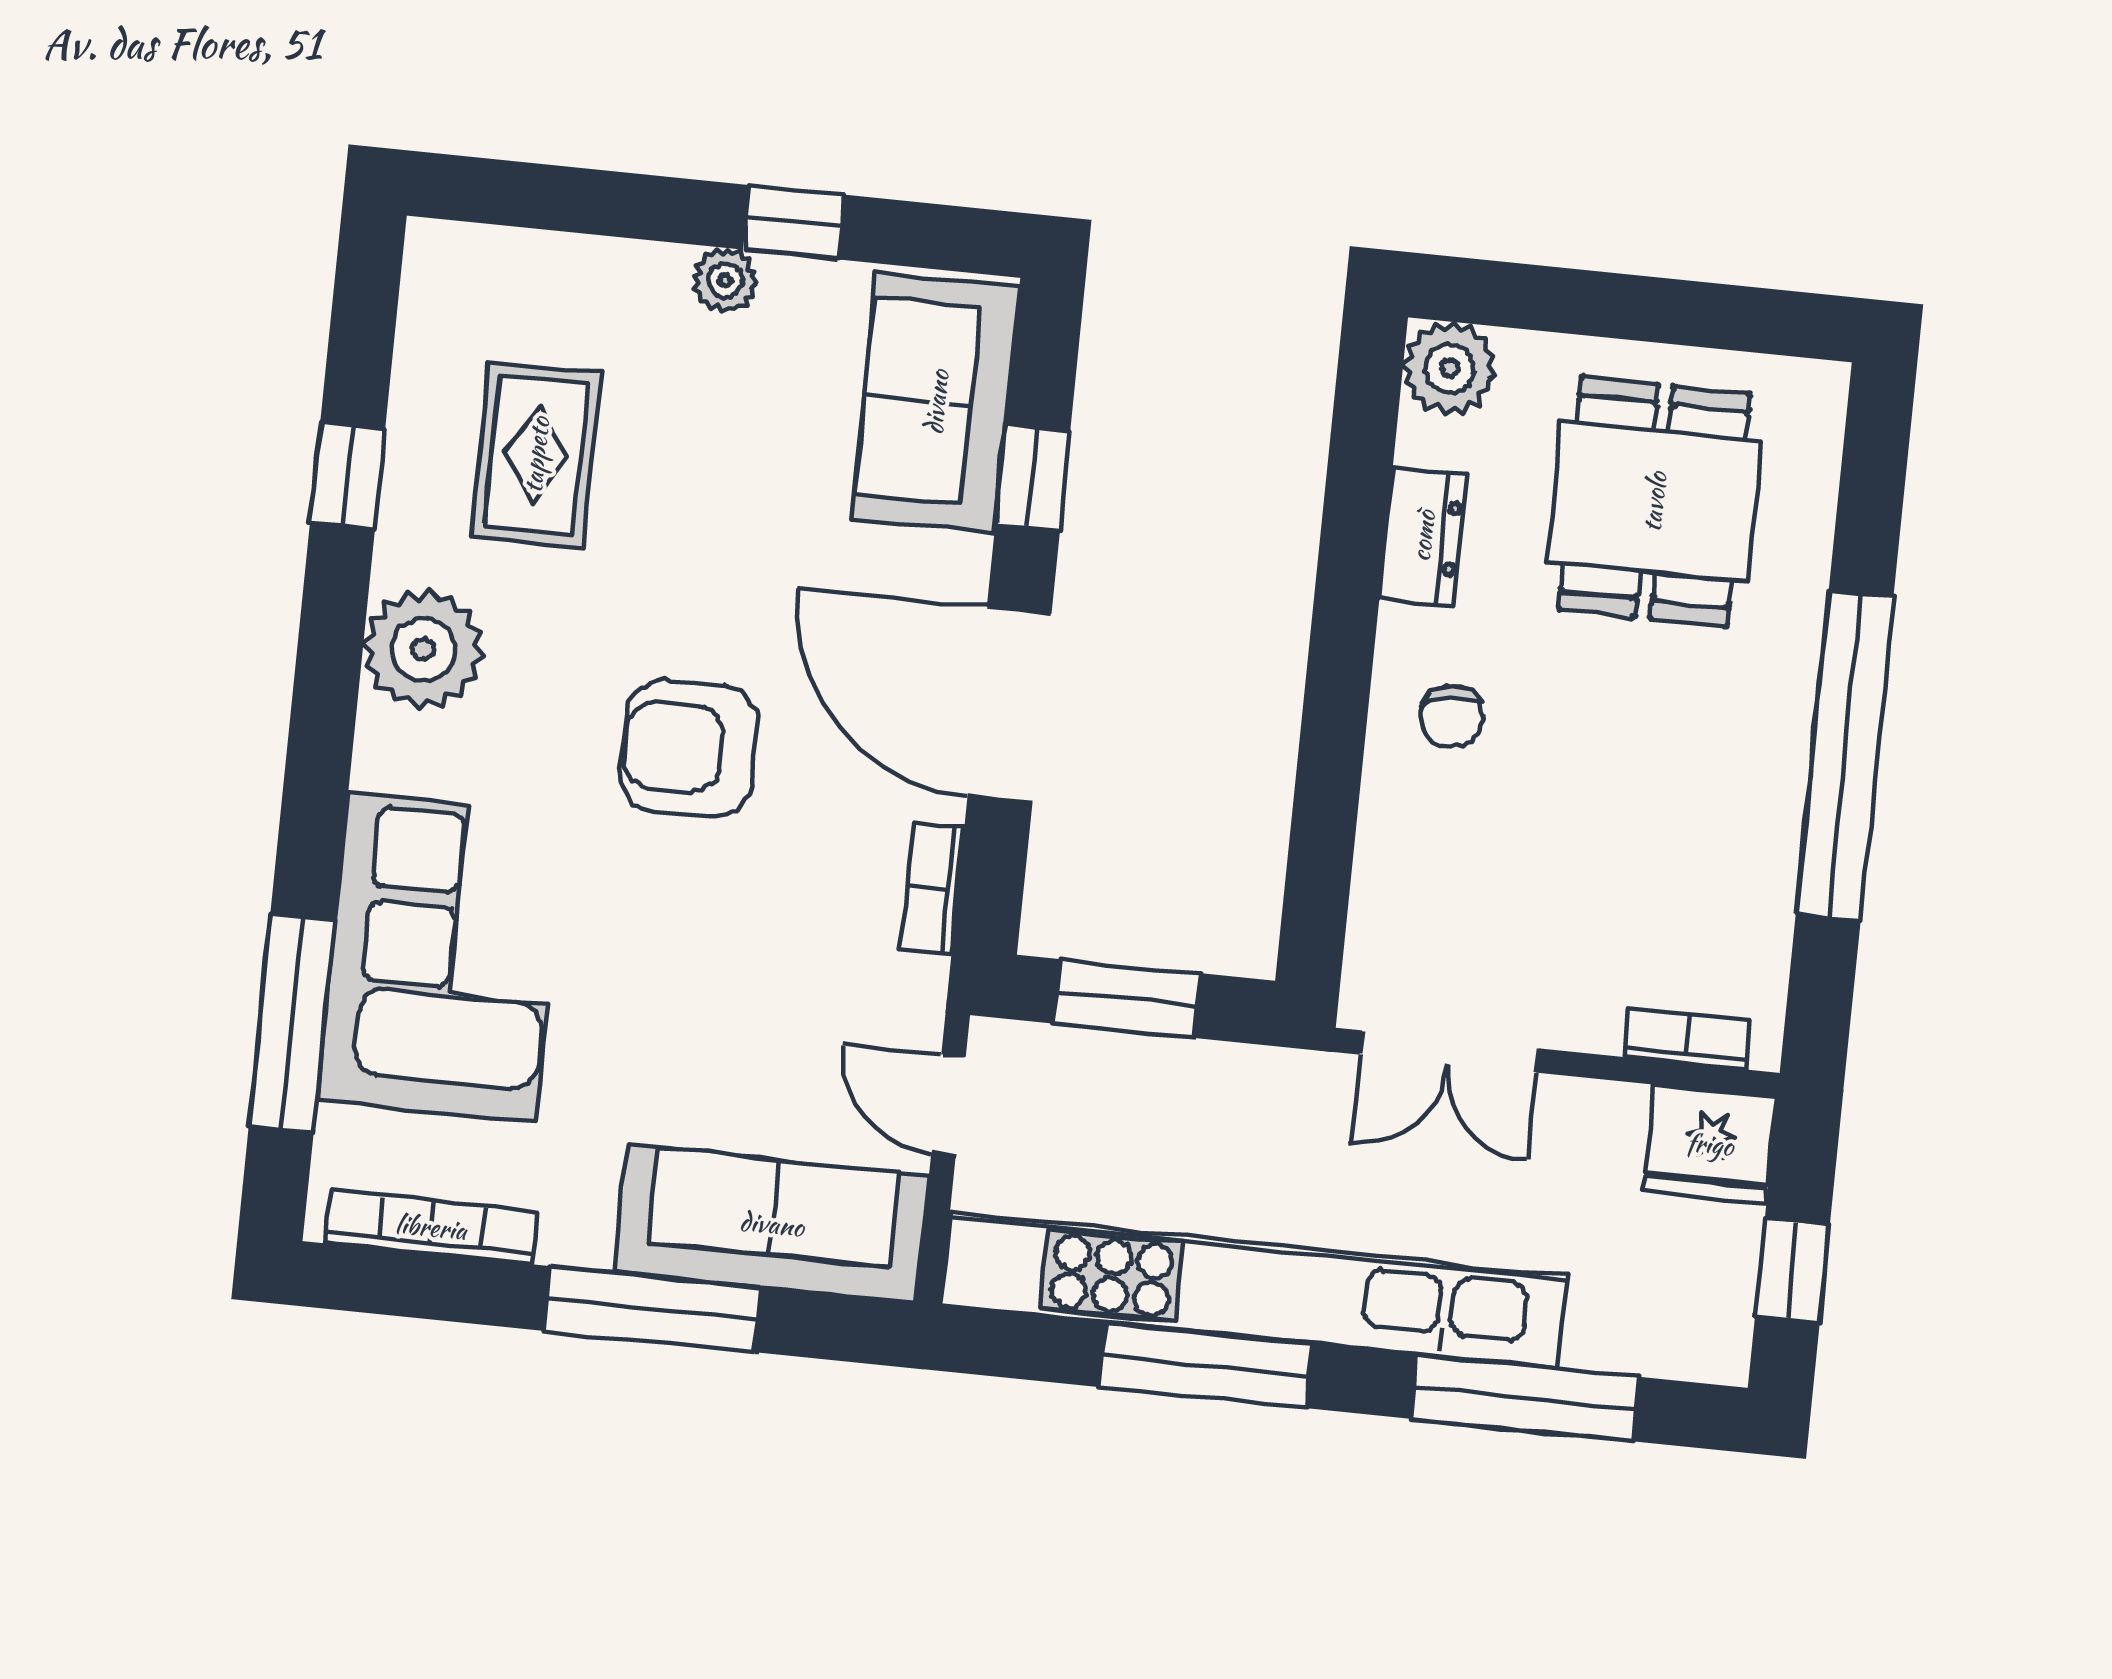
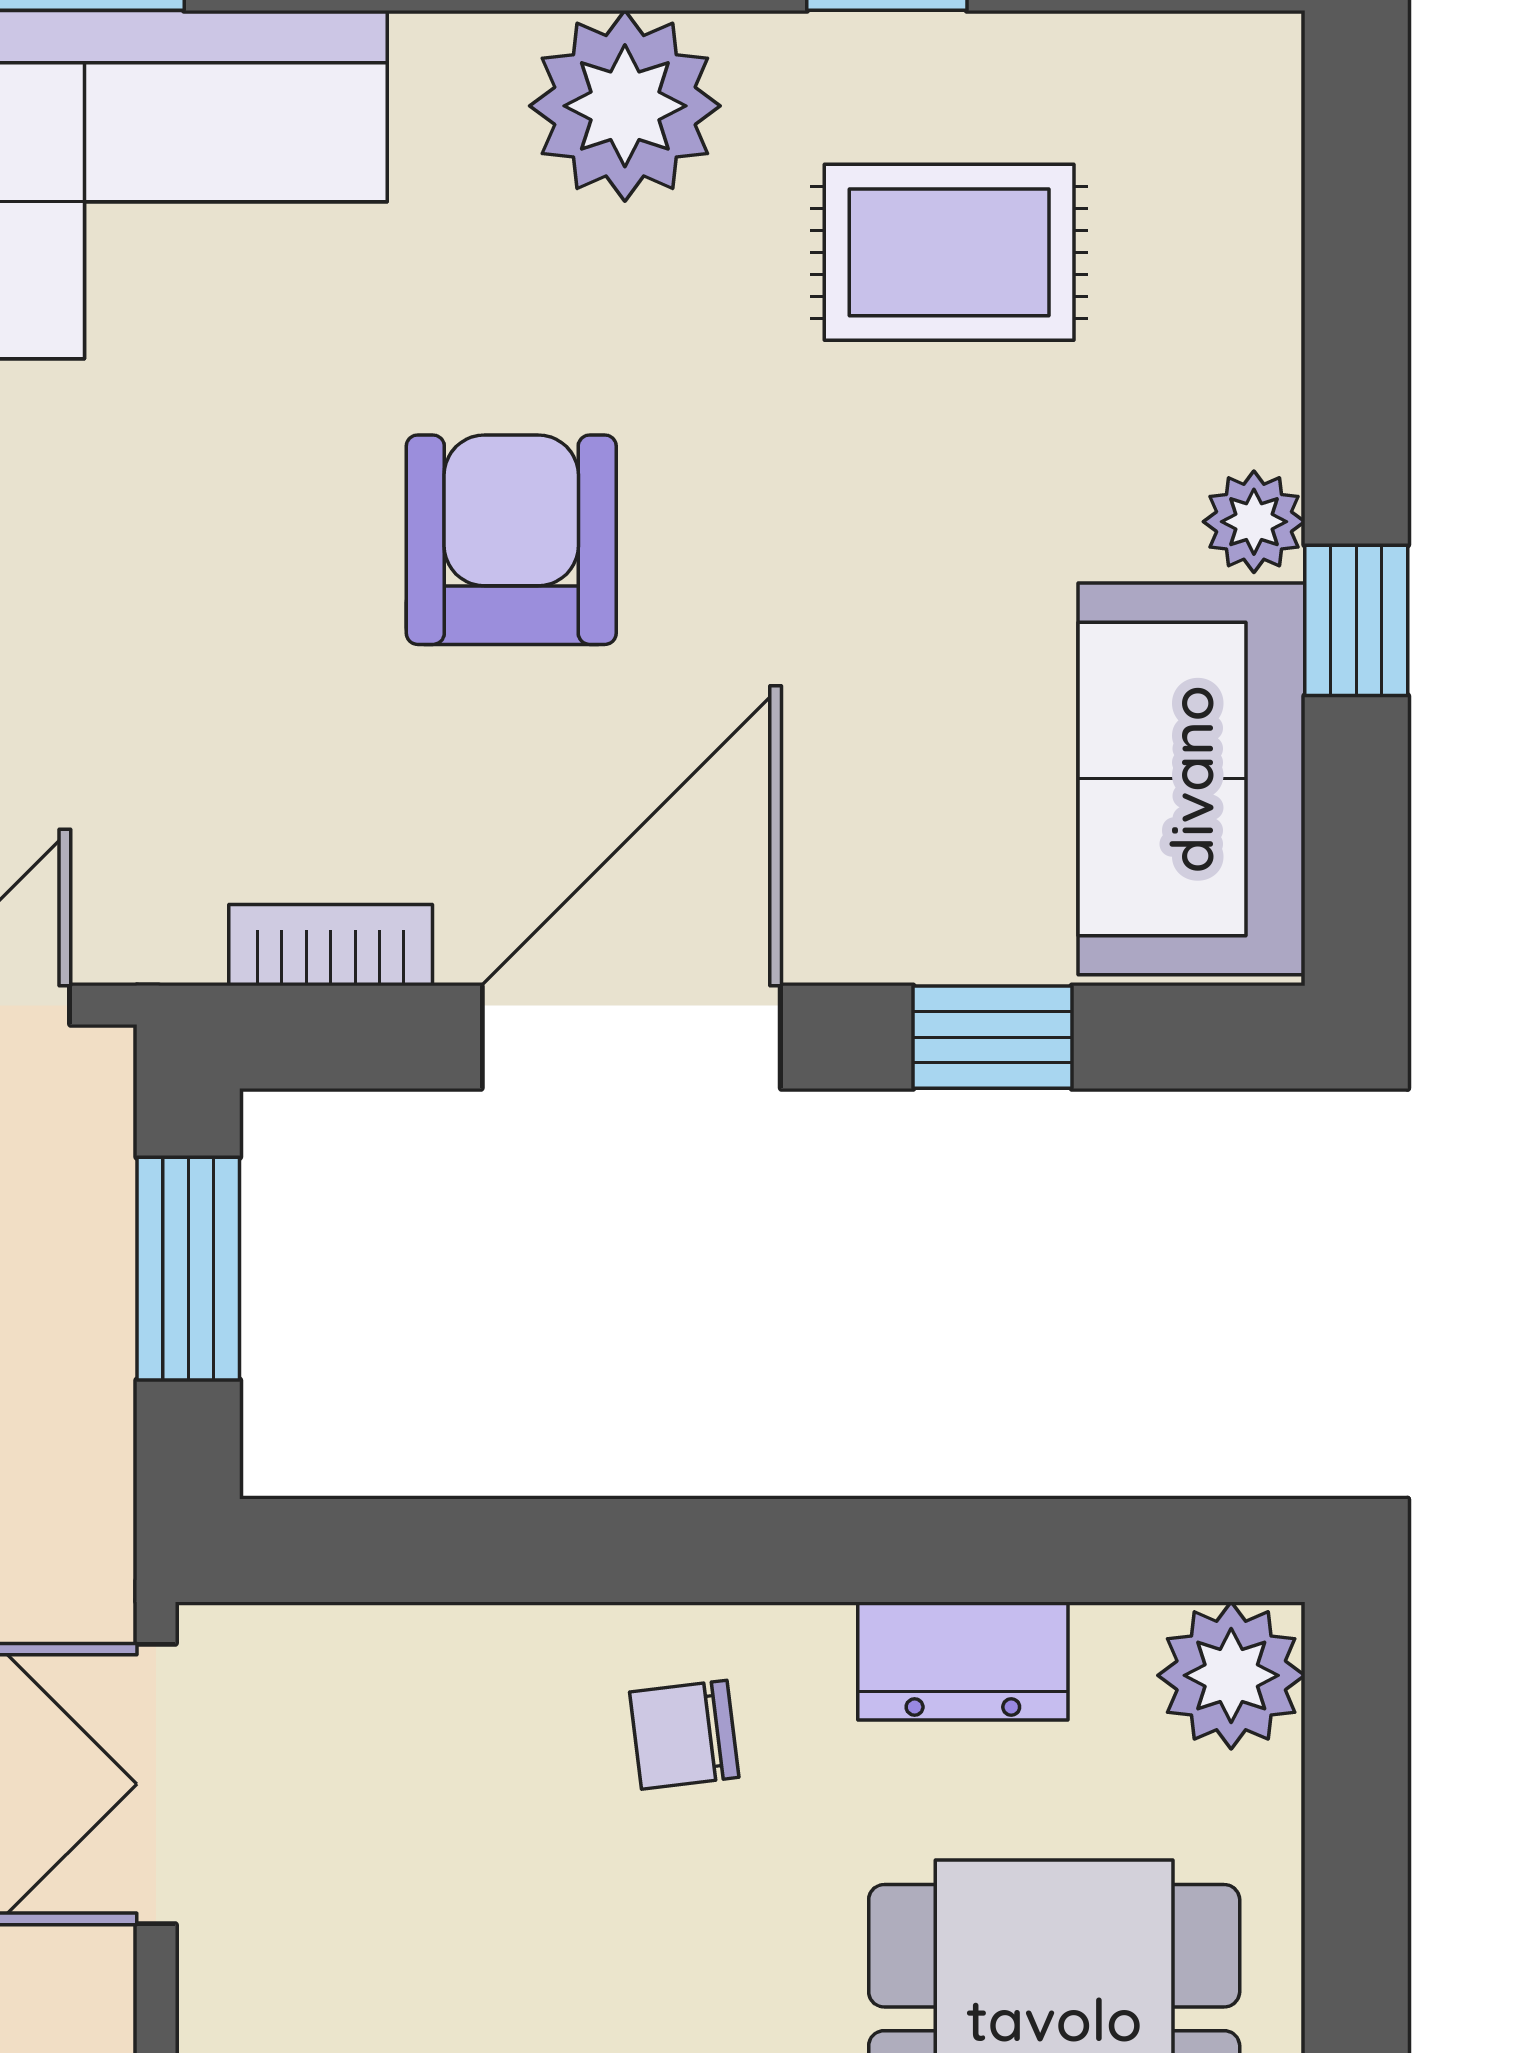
sofa: (936, 402) -> (1191, 779), moved, turned -90

